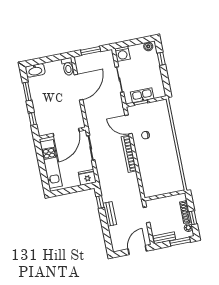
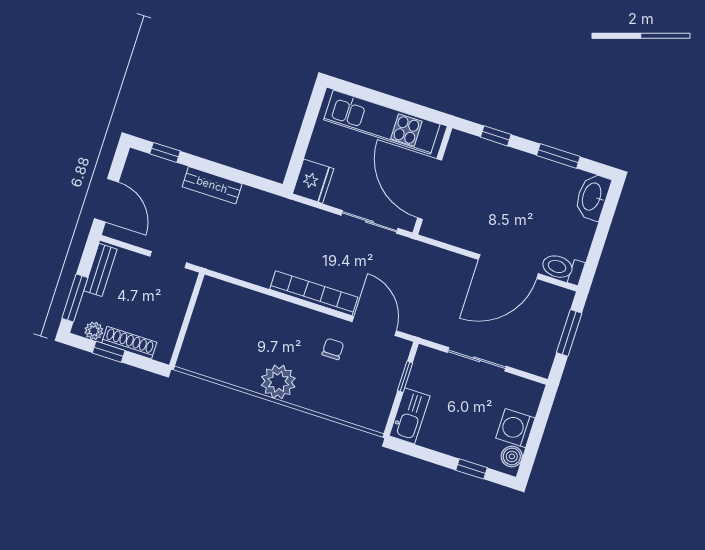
washing machine: (122, 54) -> (515, 428), moved
door: (79, 87) -> (508, 267), hinge flipped
kitchen sink: (142, 95) -> (410, 416), moved
door: (128, 124) -> (374, 326), hinge flipped
plant: (169, 149) -> (278, 382), added
window: (100, 202) -> (165, 152), moved

